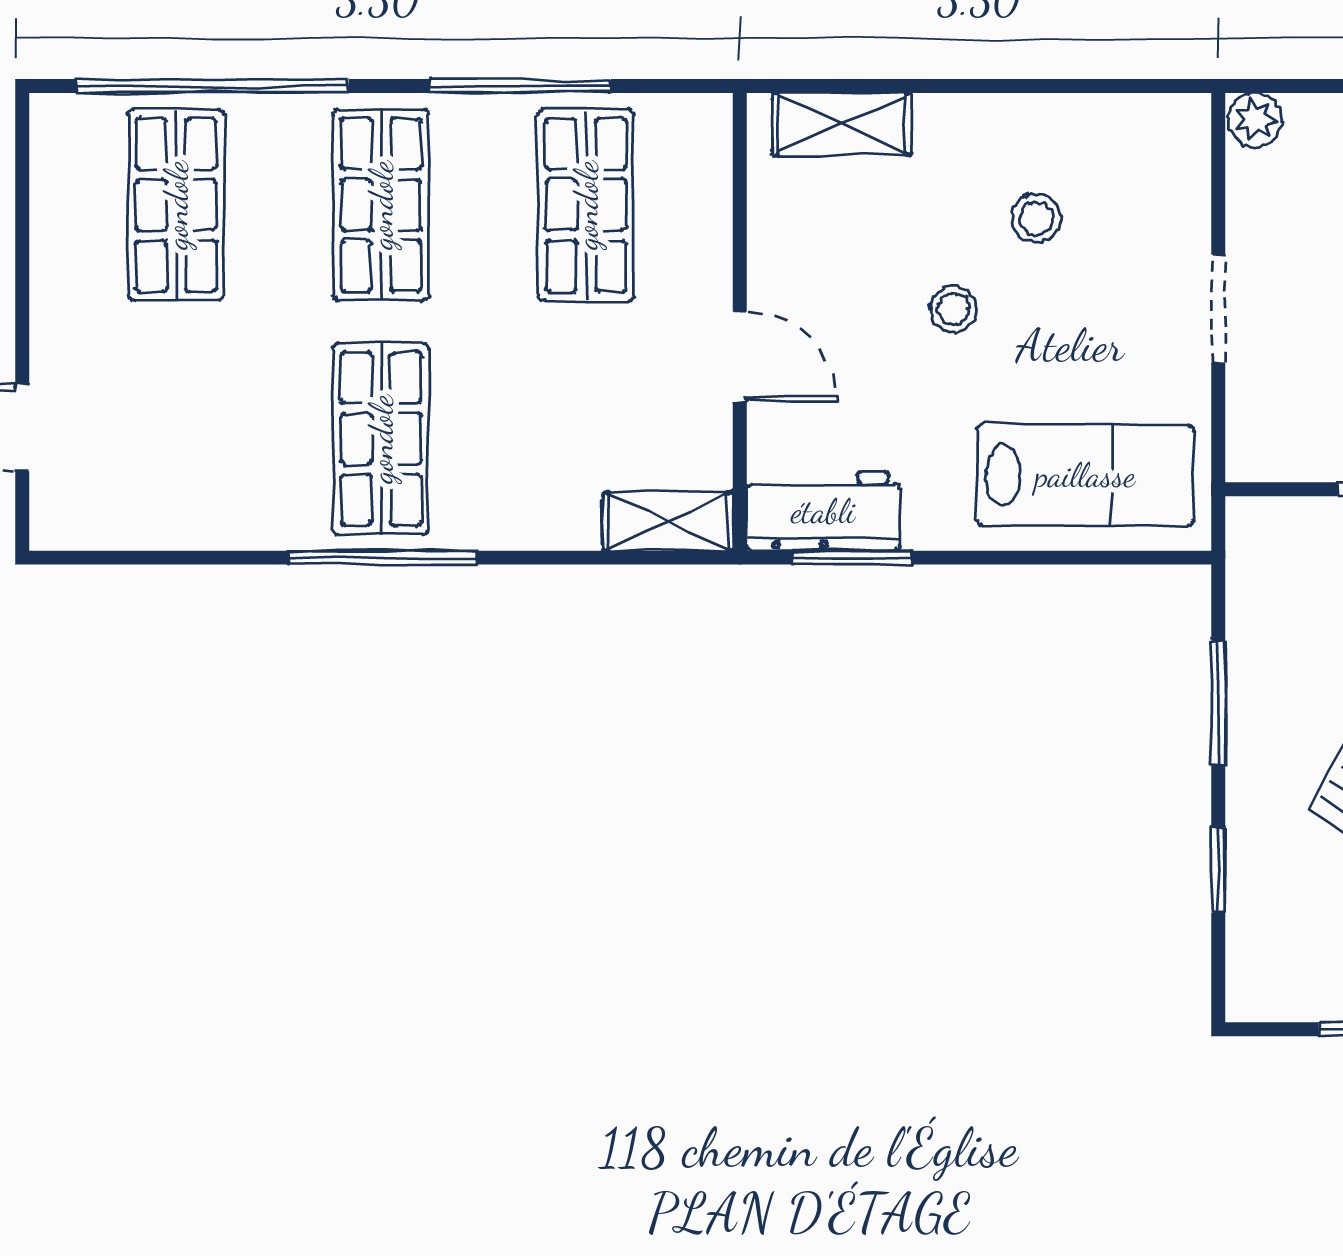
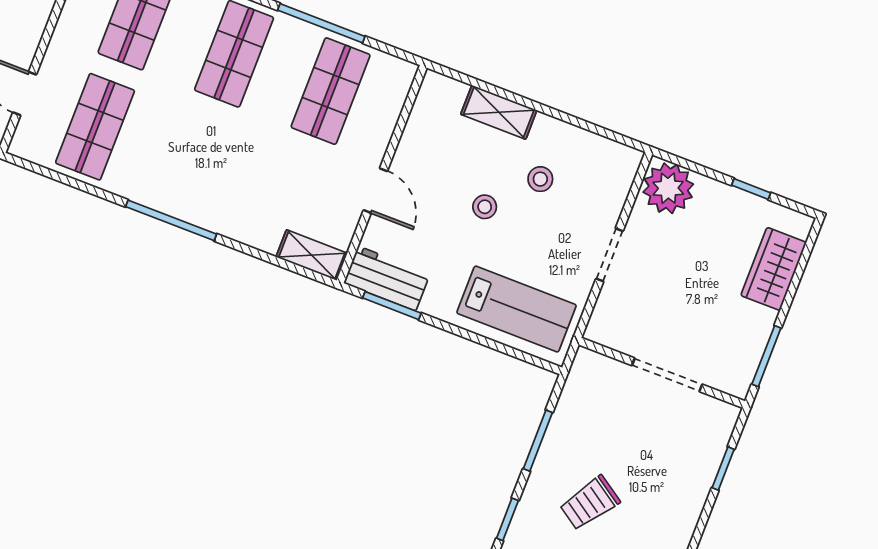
plant: (1255, 120) -> (668, 188), width x1.88, depth x1.88
shelving: (842, 124) -> (499, 112), moved
shop shelf: (381, 439) -> (95, 127), moved

